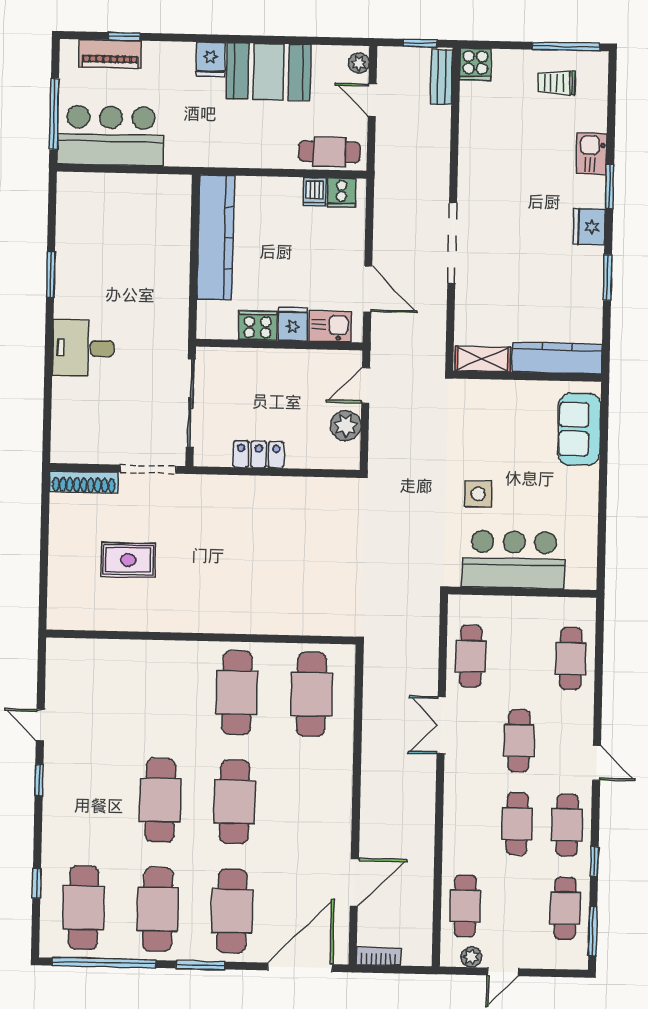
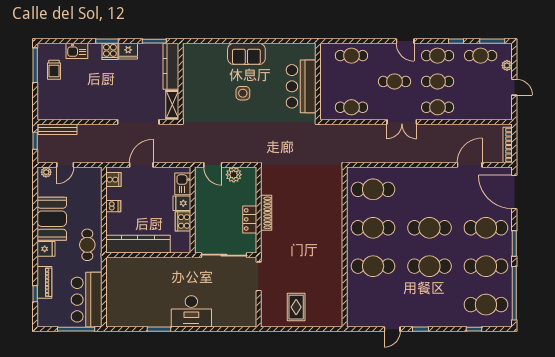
piano: (110, 54) -> (44, 282), moved
cooker: (475, 64) -> (110, 51), moved, turned 90
bench: (442, 77) -> (58, 129), width x1.36
cafe table: (329, 152) -> (87, 245), moved
kitchen sink: (591, 154) -> (77, 51), moved
dishwasher: (315, 192) -> (113, 206), moved
door: (368, 289) -> (141, 165), moved
desk: (83, 348) -> (191, 311), width x1.37
kitchen counter: (557, 358) -> (171, 66), moved
shelving: (483, 359) -> (172, 105), moved
wall: (527, 376) -> (181, 81), moved
sofa: (579, 429) -> (246, 54), moved
shoe rack: (84, 482) -> (266, 213), moved
side table: (478, 494) -> (243, 93), moved
rug: (128, 560) -> (296, 307), moved
cafe table: (163, 691) -> (373, 266), added
double door: (441, 725) -> (402, 122), moved
door: (597, 763) -> (405, 41), swing flipped
door: (354, 882) -> (470, 165), hinge flipped
cafe table: (465, 906) -> (438, 107), moved
bookcase: (379, 956) -> (508, 145), width x1.56
plant: (471, 957) -> (507, 65), moved

